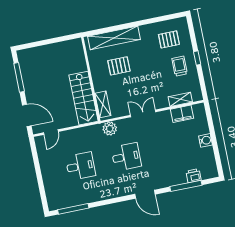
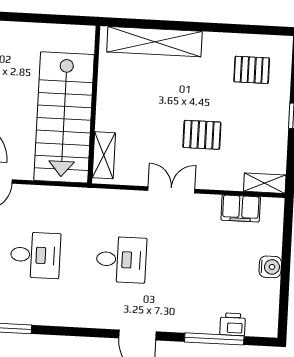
pallet: (119, 66) -> (202, 135), moved
trolley: (180, 66) -> (258, 122), removed
stairs: (84, 98) -> (64, 117), width x1.36, depth x1.51
shelving: (180, 99) -> (265, 183), moved
plant: (110, 129) -> (105, 202), removed

